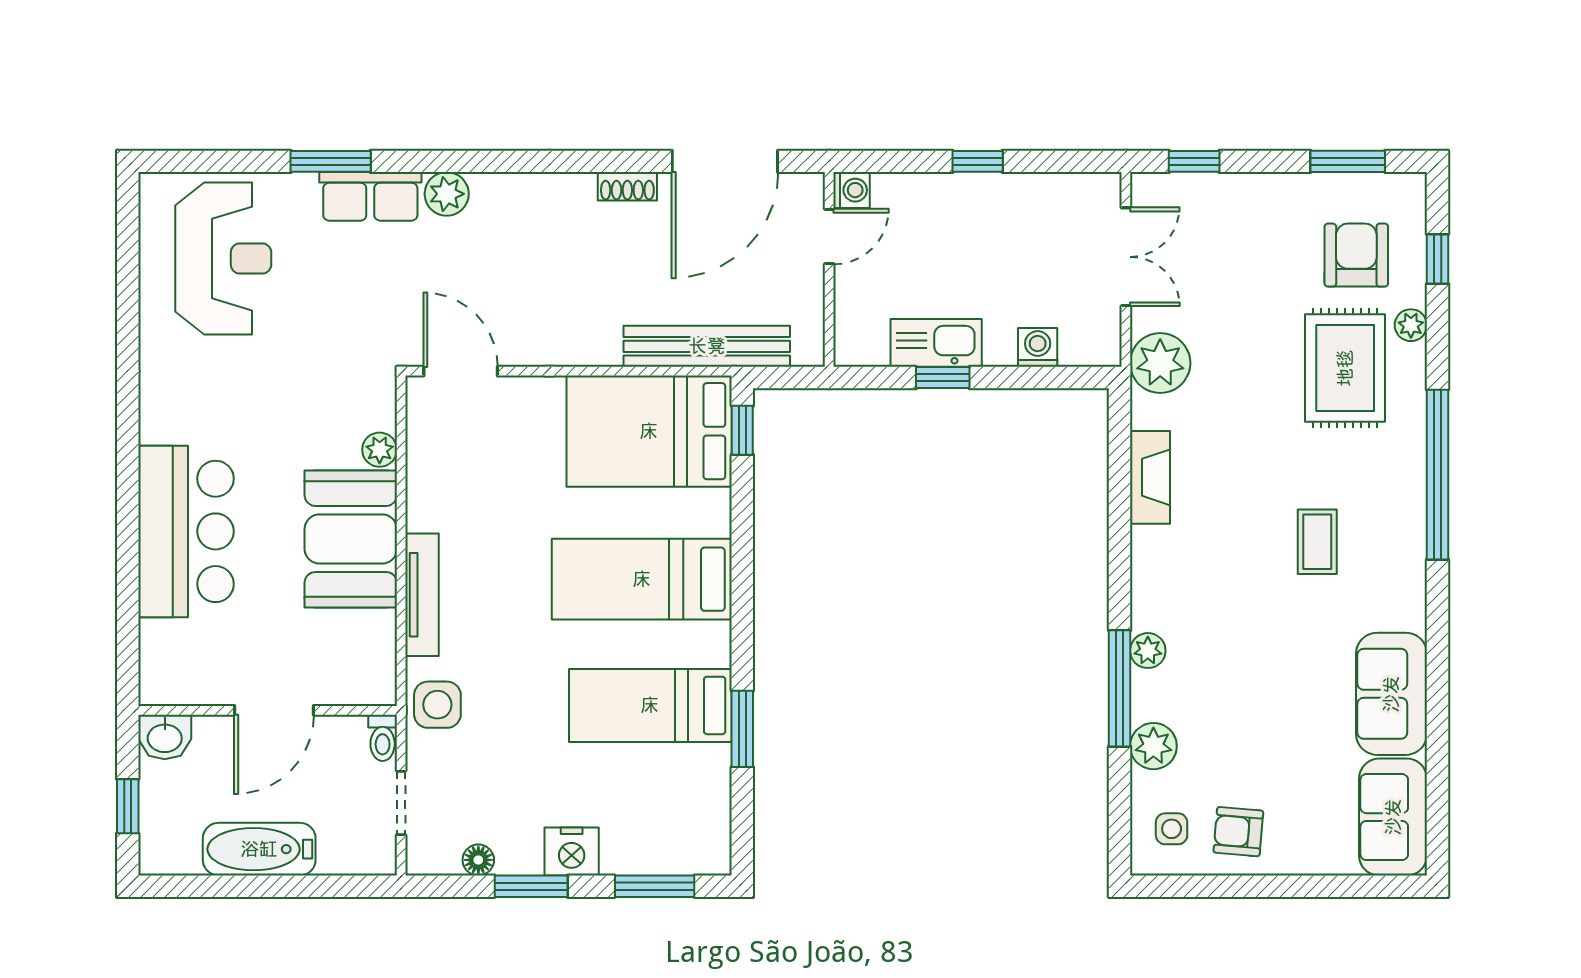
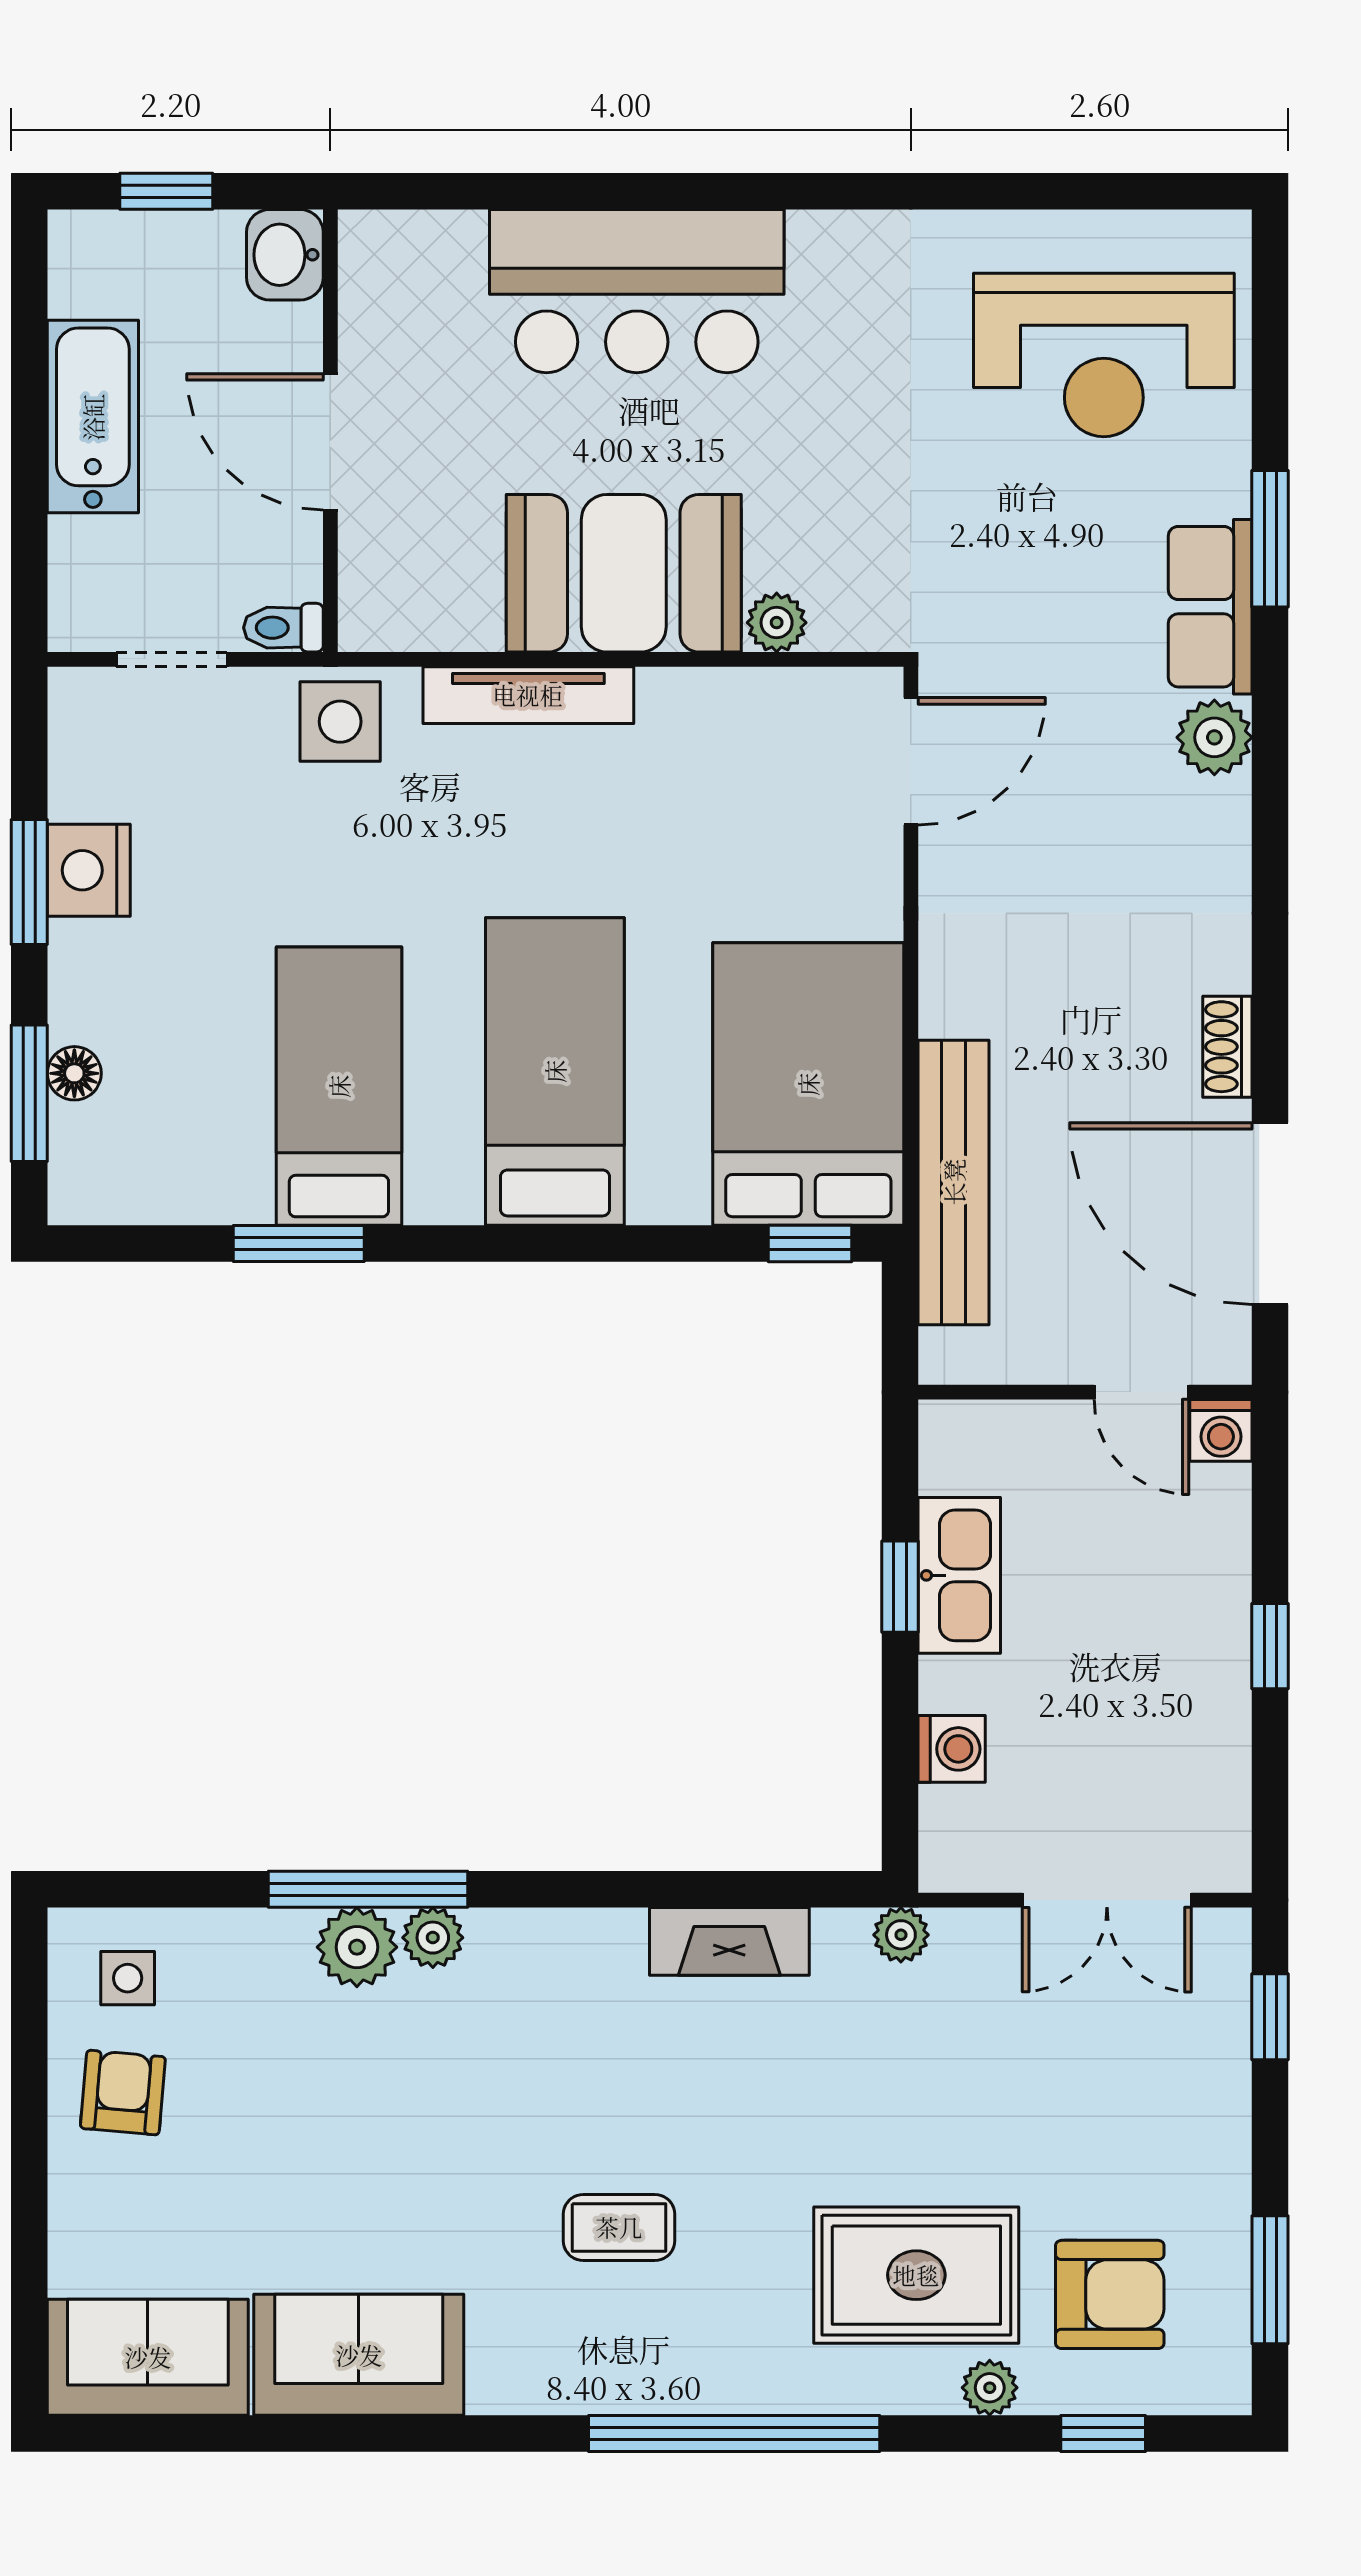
plant: (1160, 363) -> (901, 1935), width x0.53, depth x0.53
plant: (1153, 746) -> (357, 1947), moved
nightstand: (572, 851) -> (89, 870), moved
floor lamp: (478, 860) -> (74, 1073), moved

